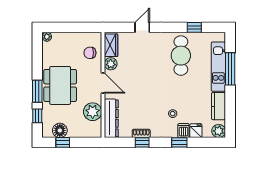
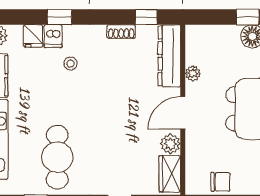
chair: (90, 53) -> (221, 182), moved
door: (103, 83) -> (183, 113), hinge flipped
plant: (93, 112) -> (193, 73), width x0.53, depth x0.53
window: (142, 142) -> (146, 17), moved

